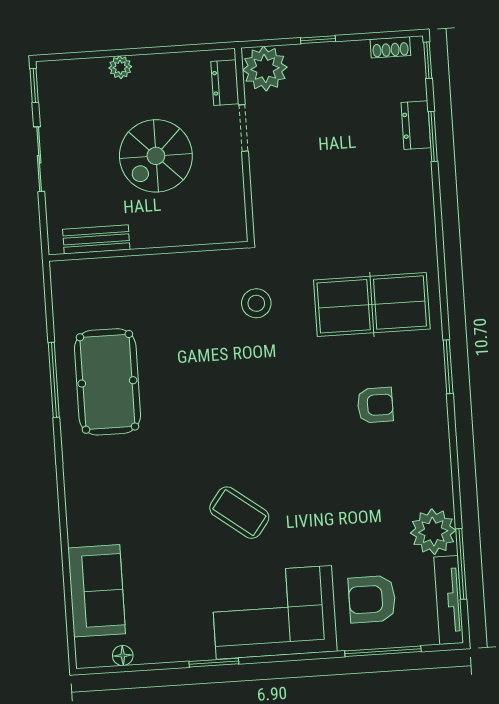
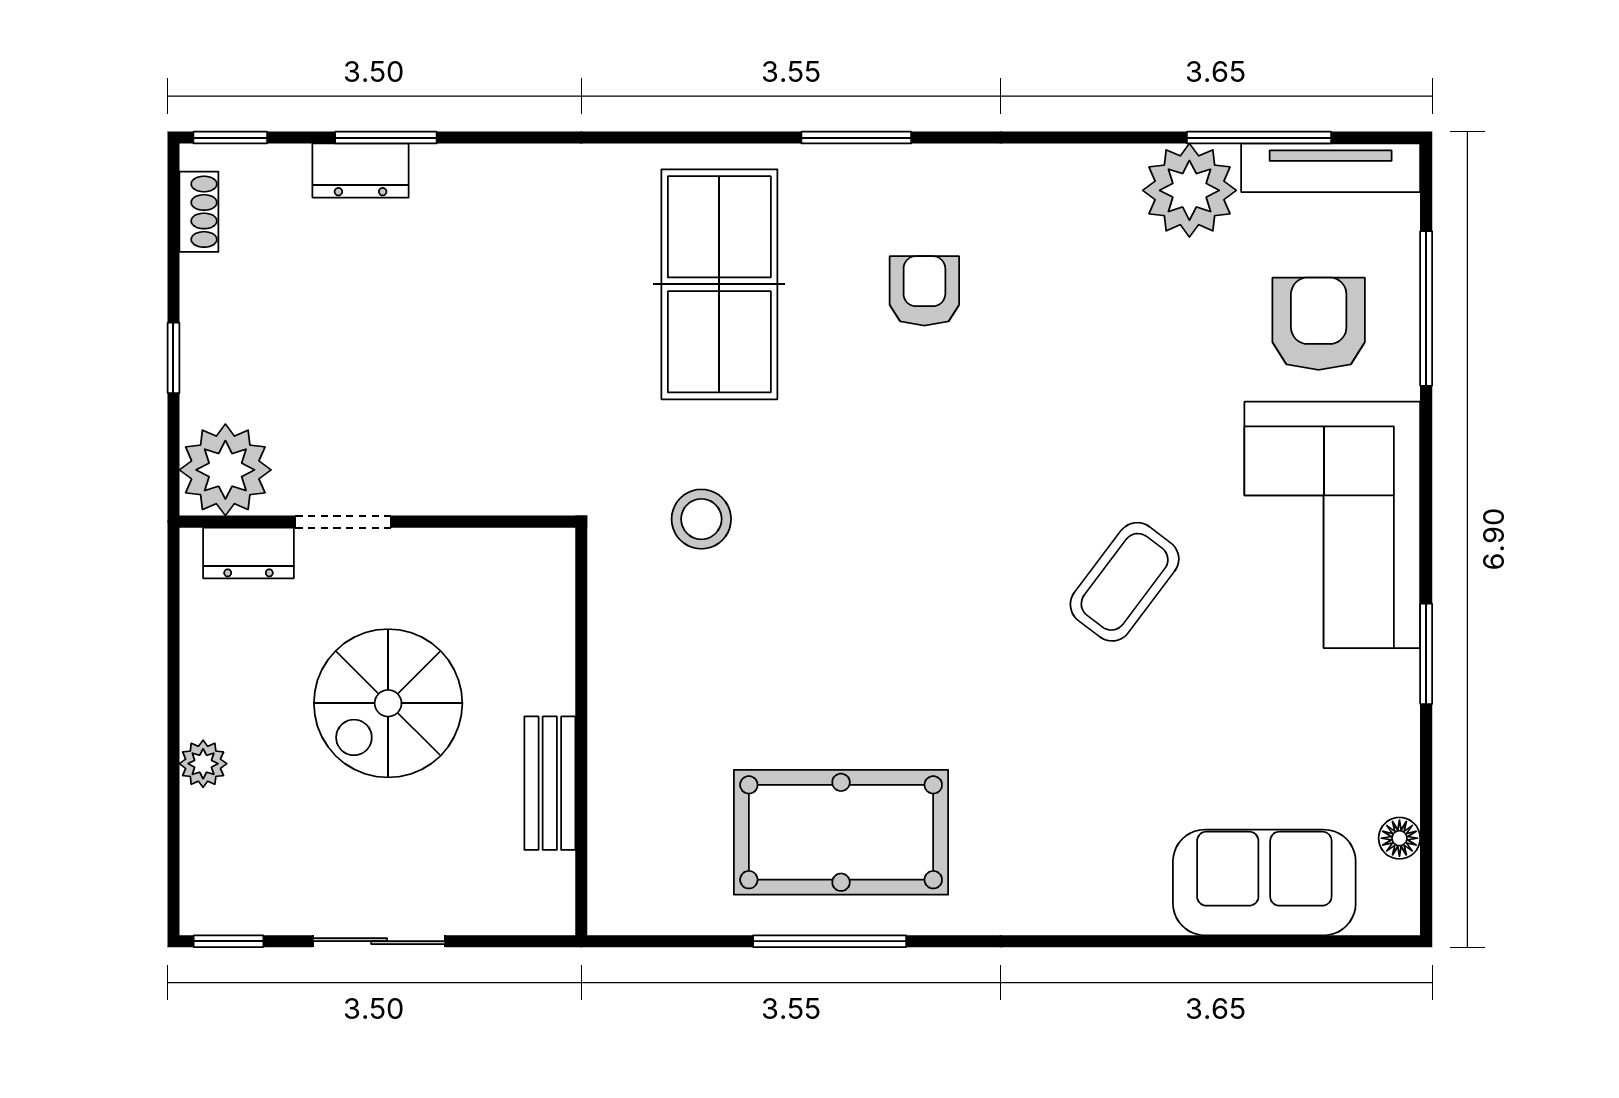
spiral stairs: (156, 156) -> (388, 703), turned 90
bench: (96, 239) -> (550, 783), moved
armchair: (372, 599) -> (1319, 324), turned 180

